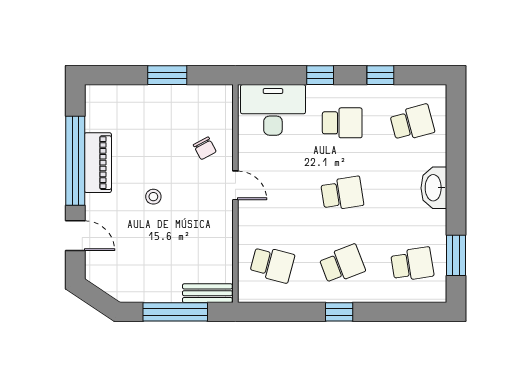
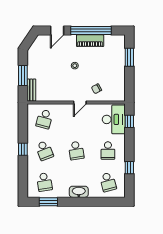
window: (167, 75) -> (129, 57), moved
window: (320, 75) -> (129, 121), moved
window: (175, 312) -> (23, 75), width x0.69

